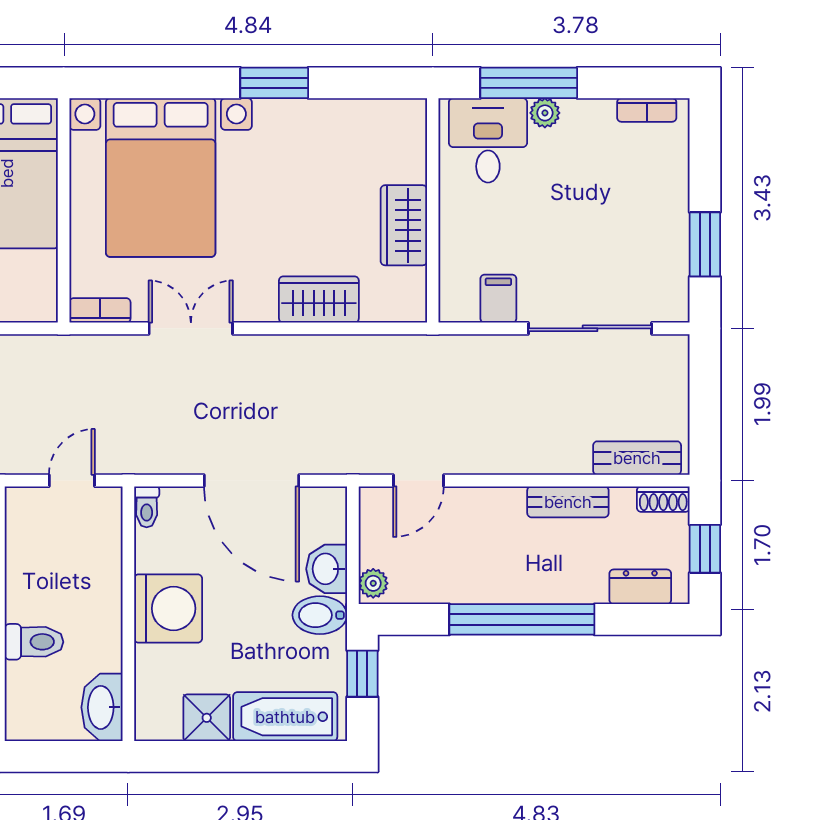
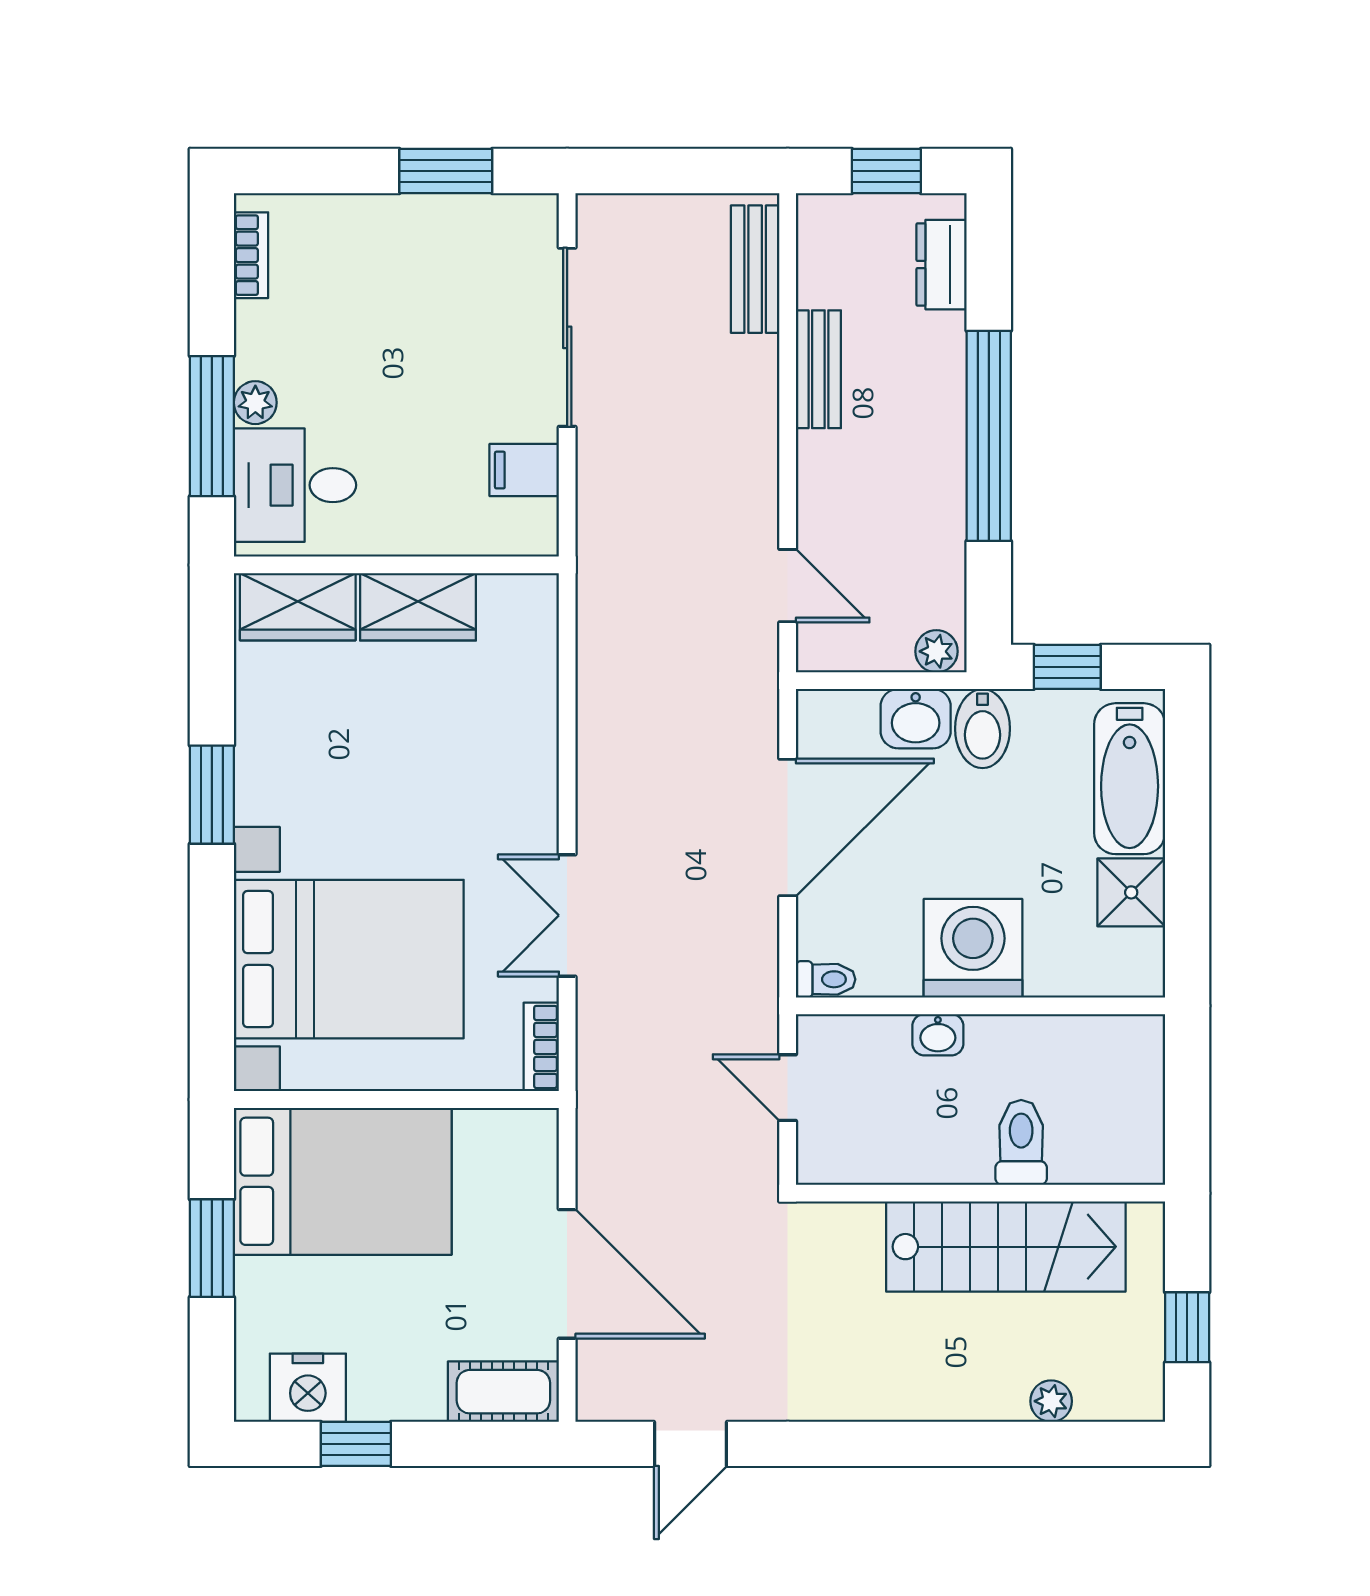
wardrobe: (319, 299) -> (298, 607), moved, turned -90
shoe rack: (663, 499) -> (814, 231), removed
washbasin: (102, 707) -> (938, 1035), moved, width x0.52, depth x0.69

